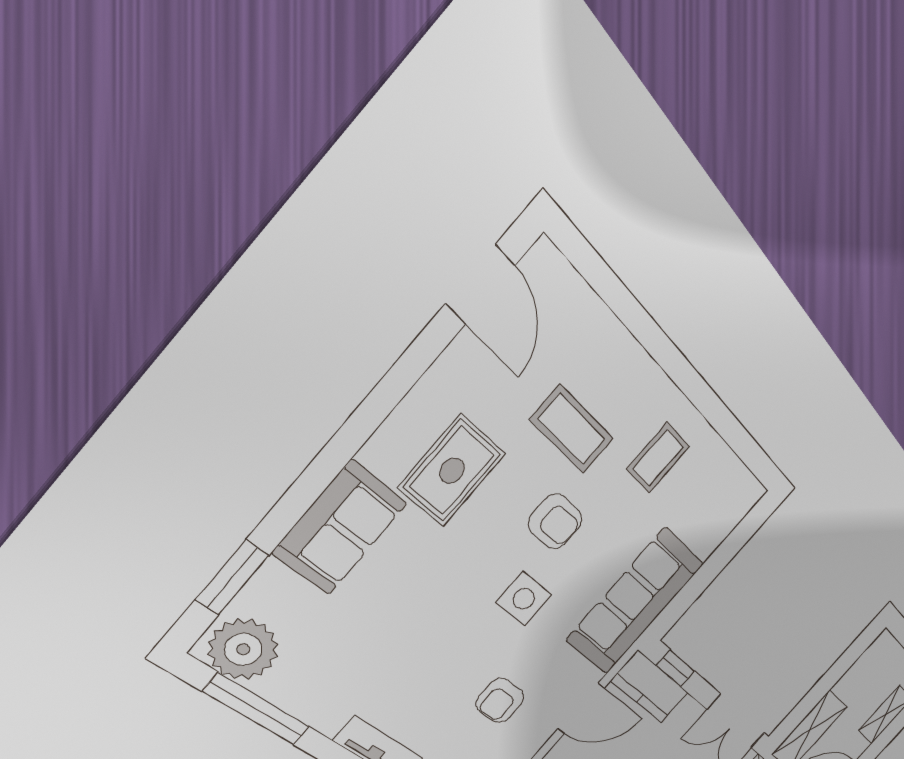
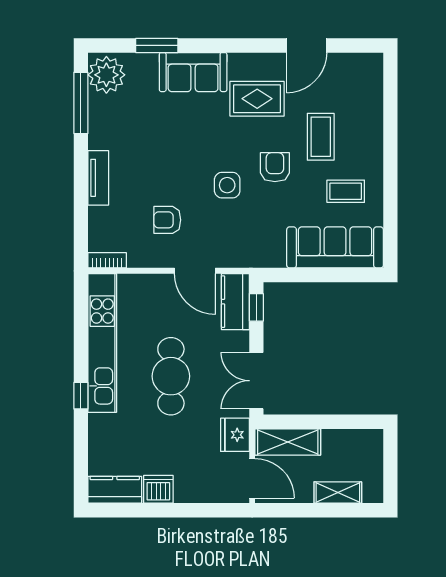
door: (480, 285) -> (307, 45), moved
armchair: (555, 522) -> (275, 167), turned 180
window: (232, 578) -> (157, 45), moved
sofa: (635, 602) -> (335, 247), moved

